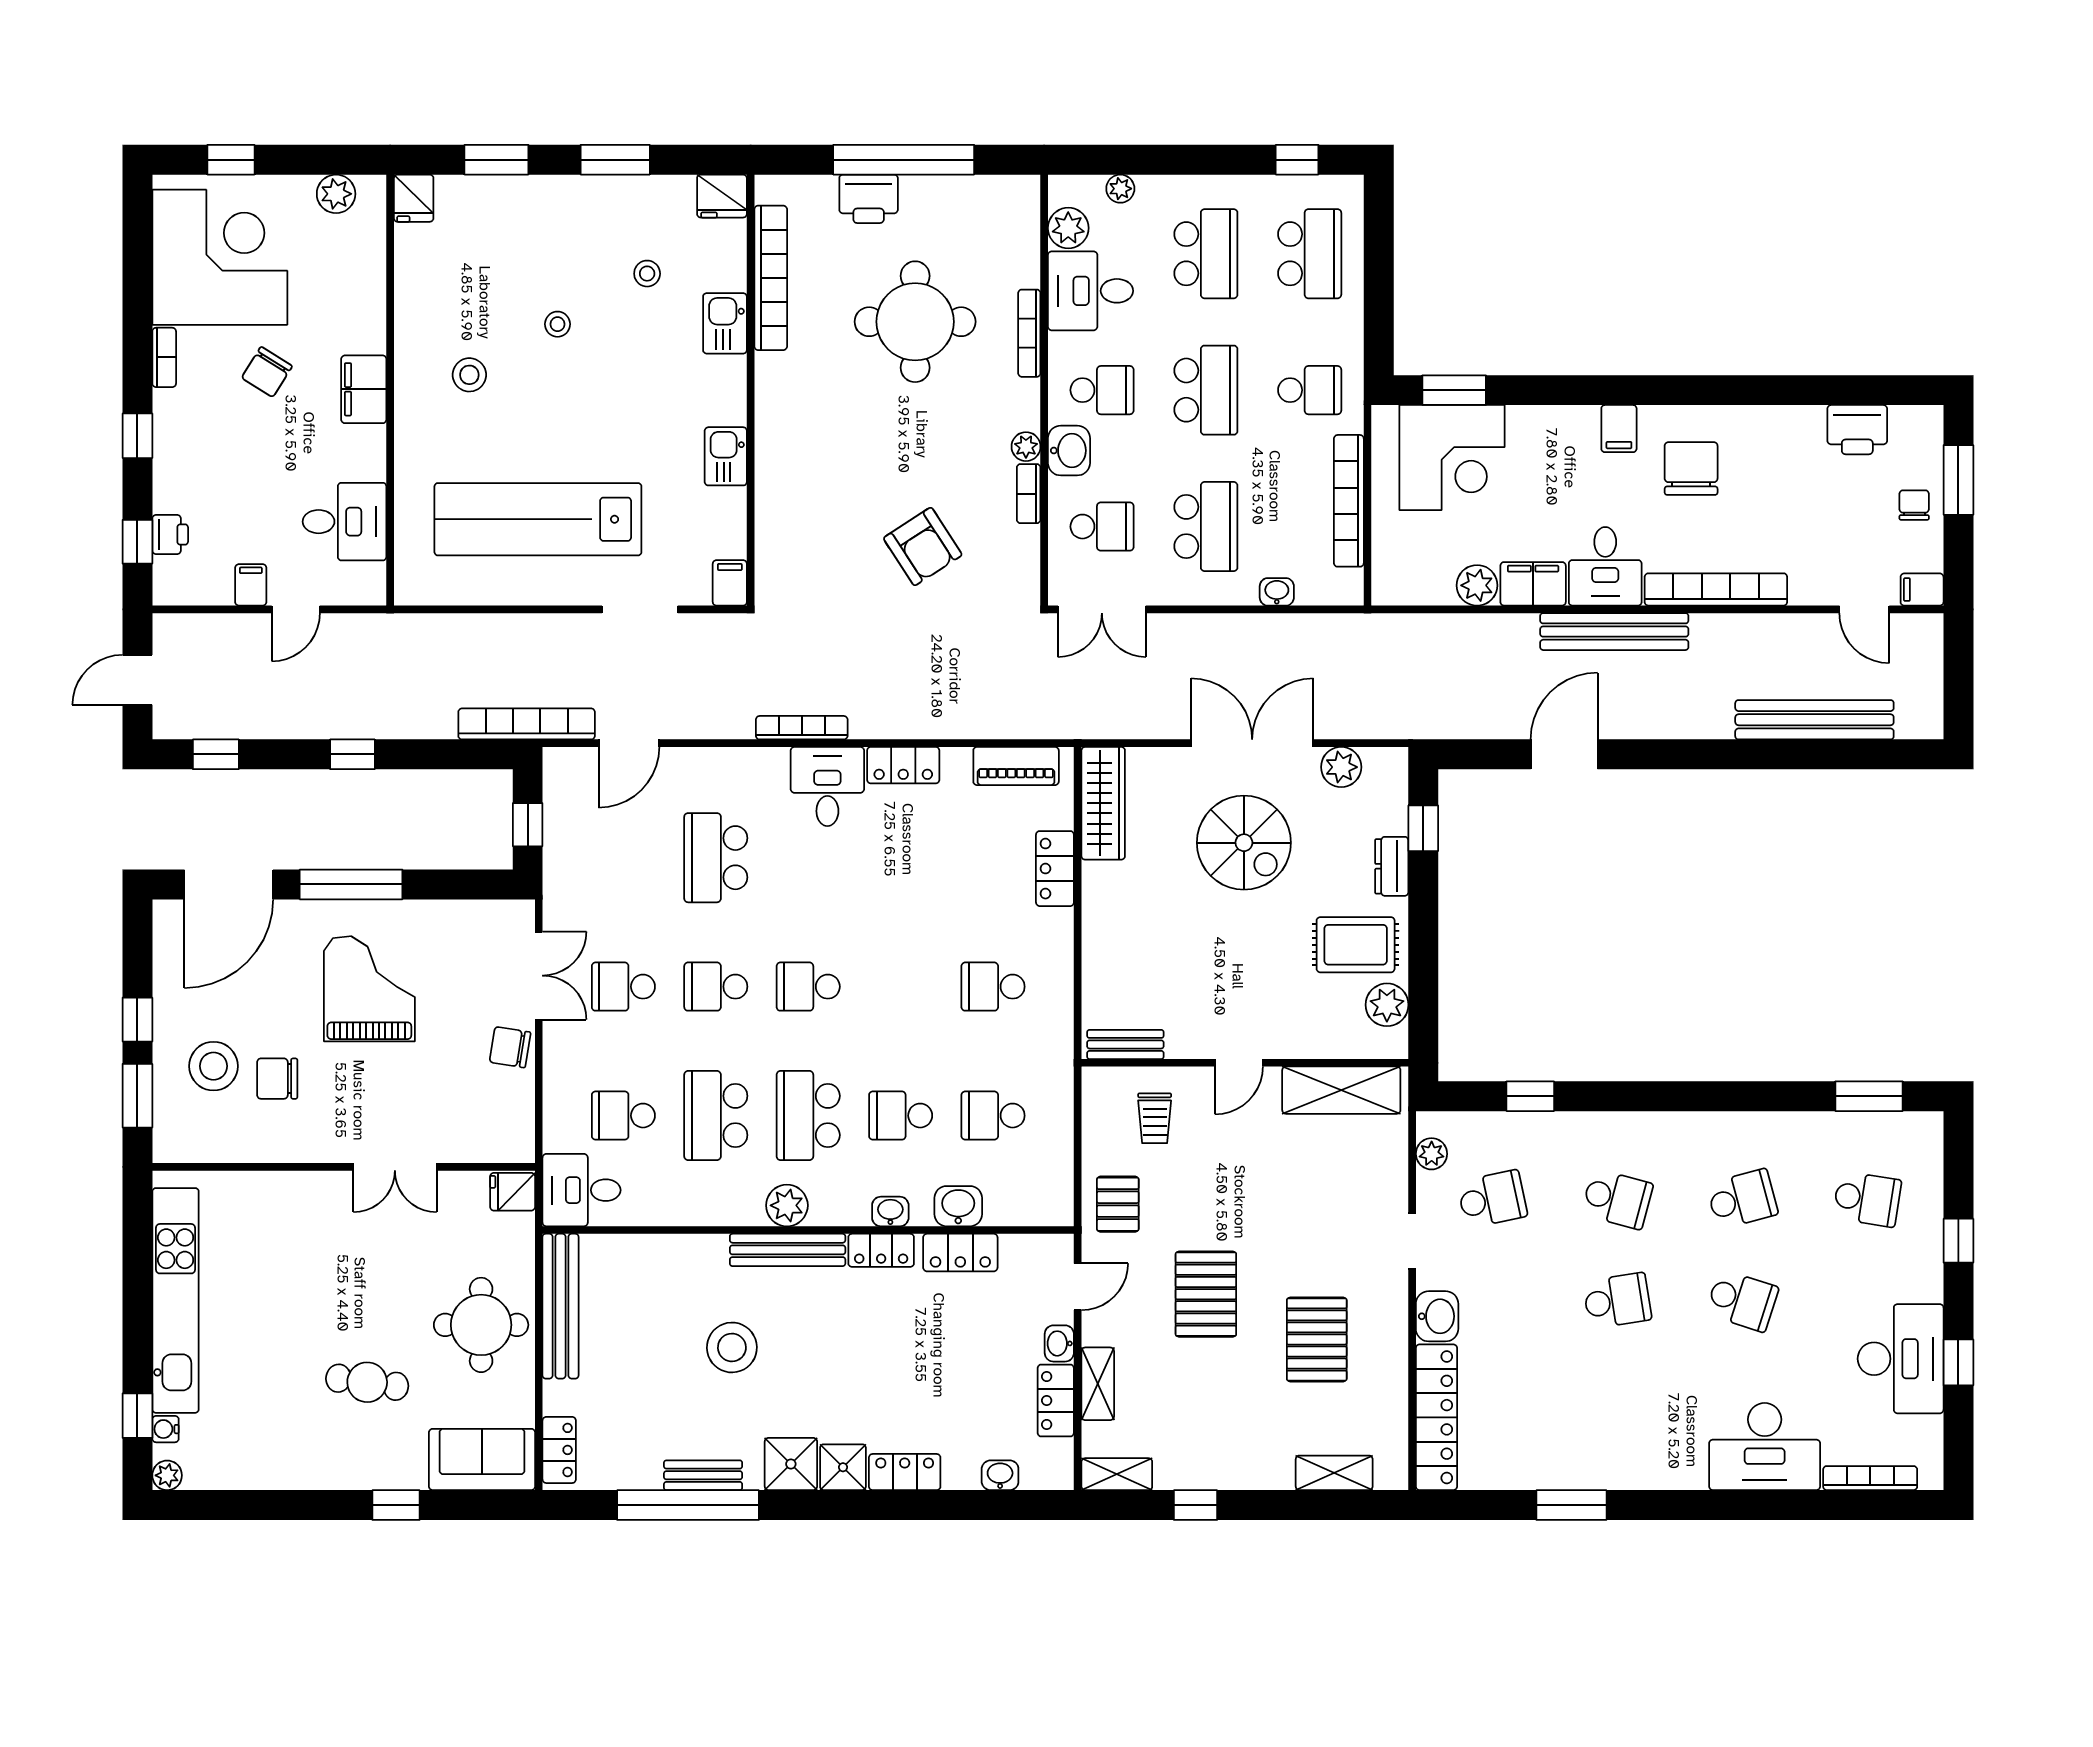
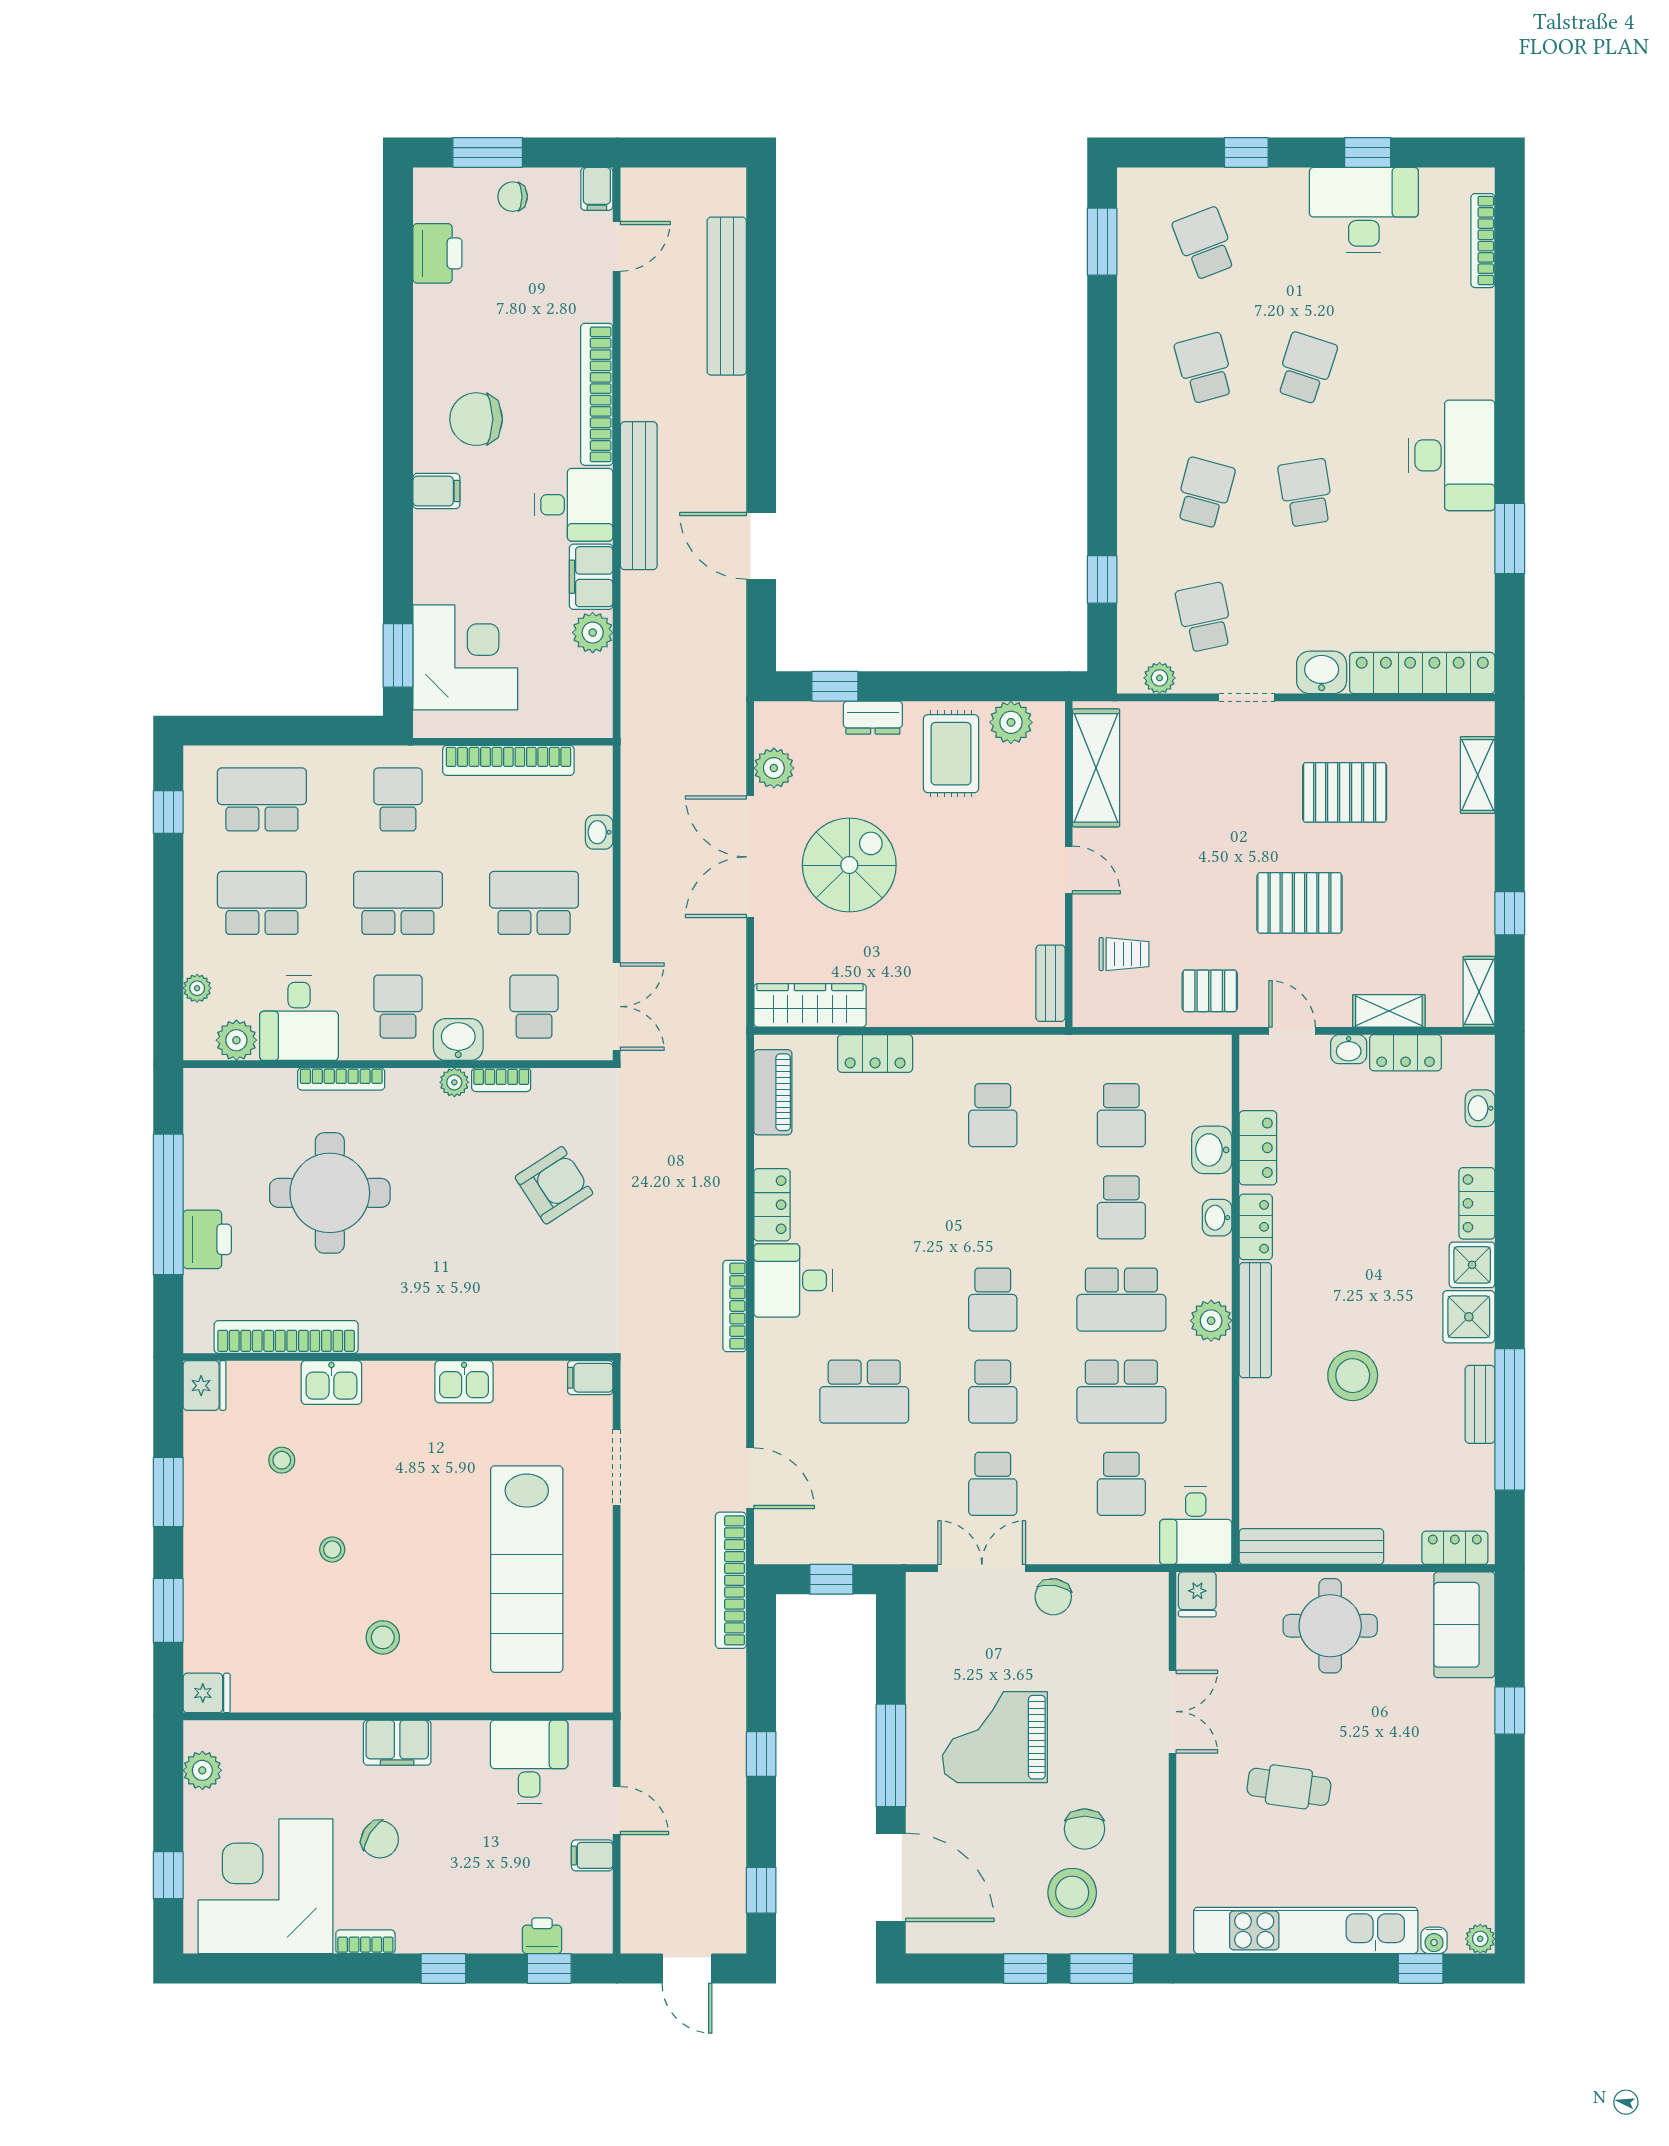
school desk: (1867, 1199) -> (1205, 244), turned -30
cafe table: (367, 1382) -> (1289, 1787), moved, turned 90
desk: (1765, 1447) -> (1451, 455), moved

